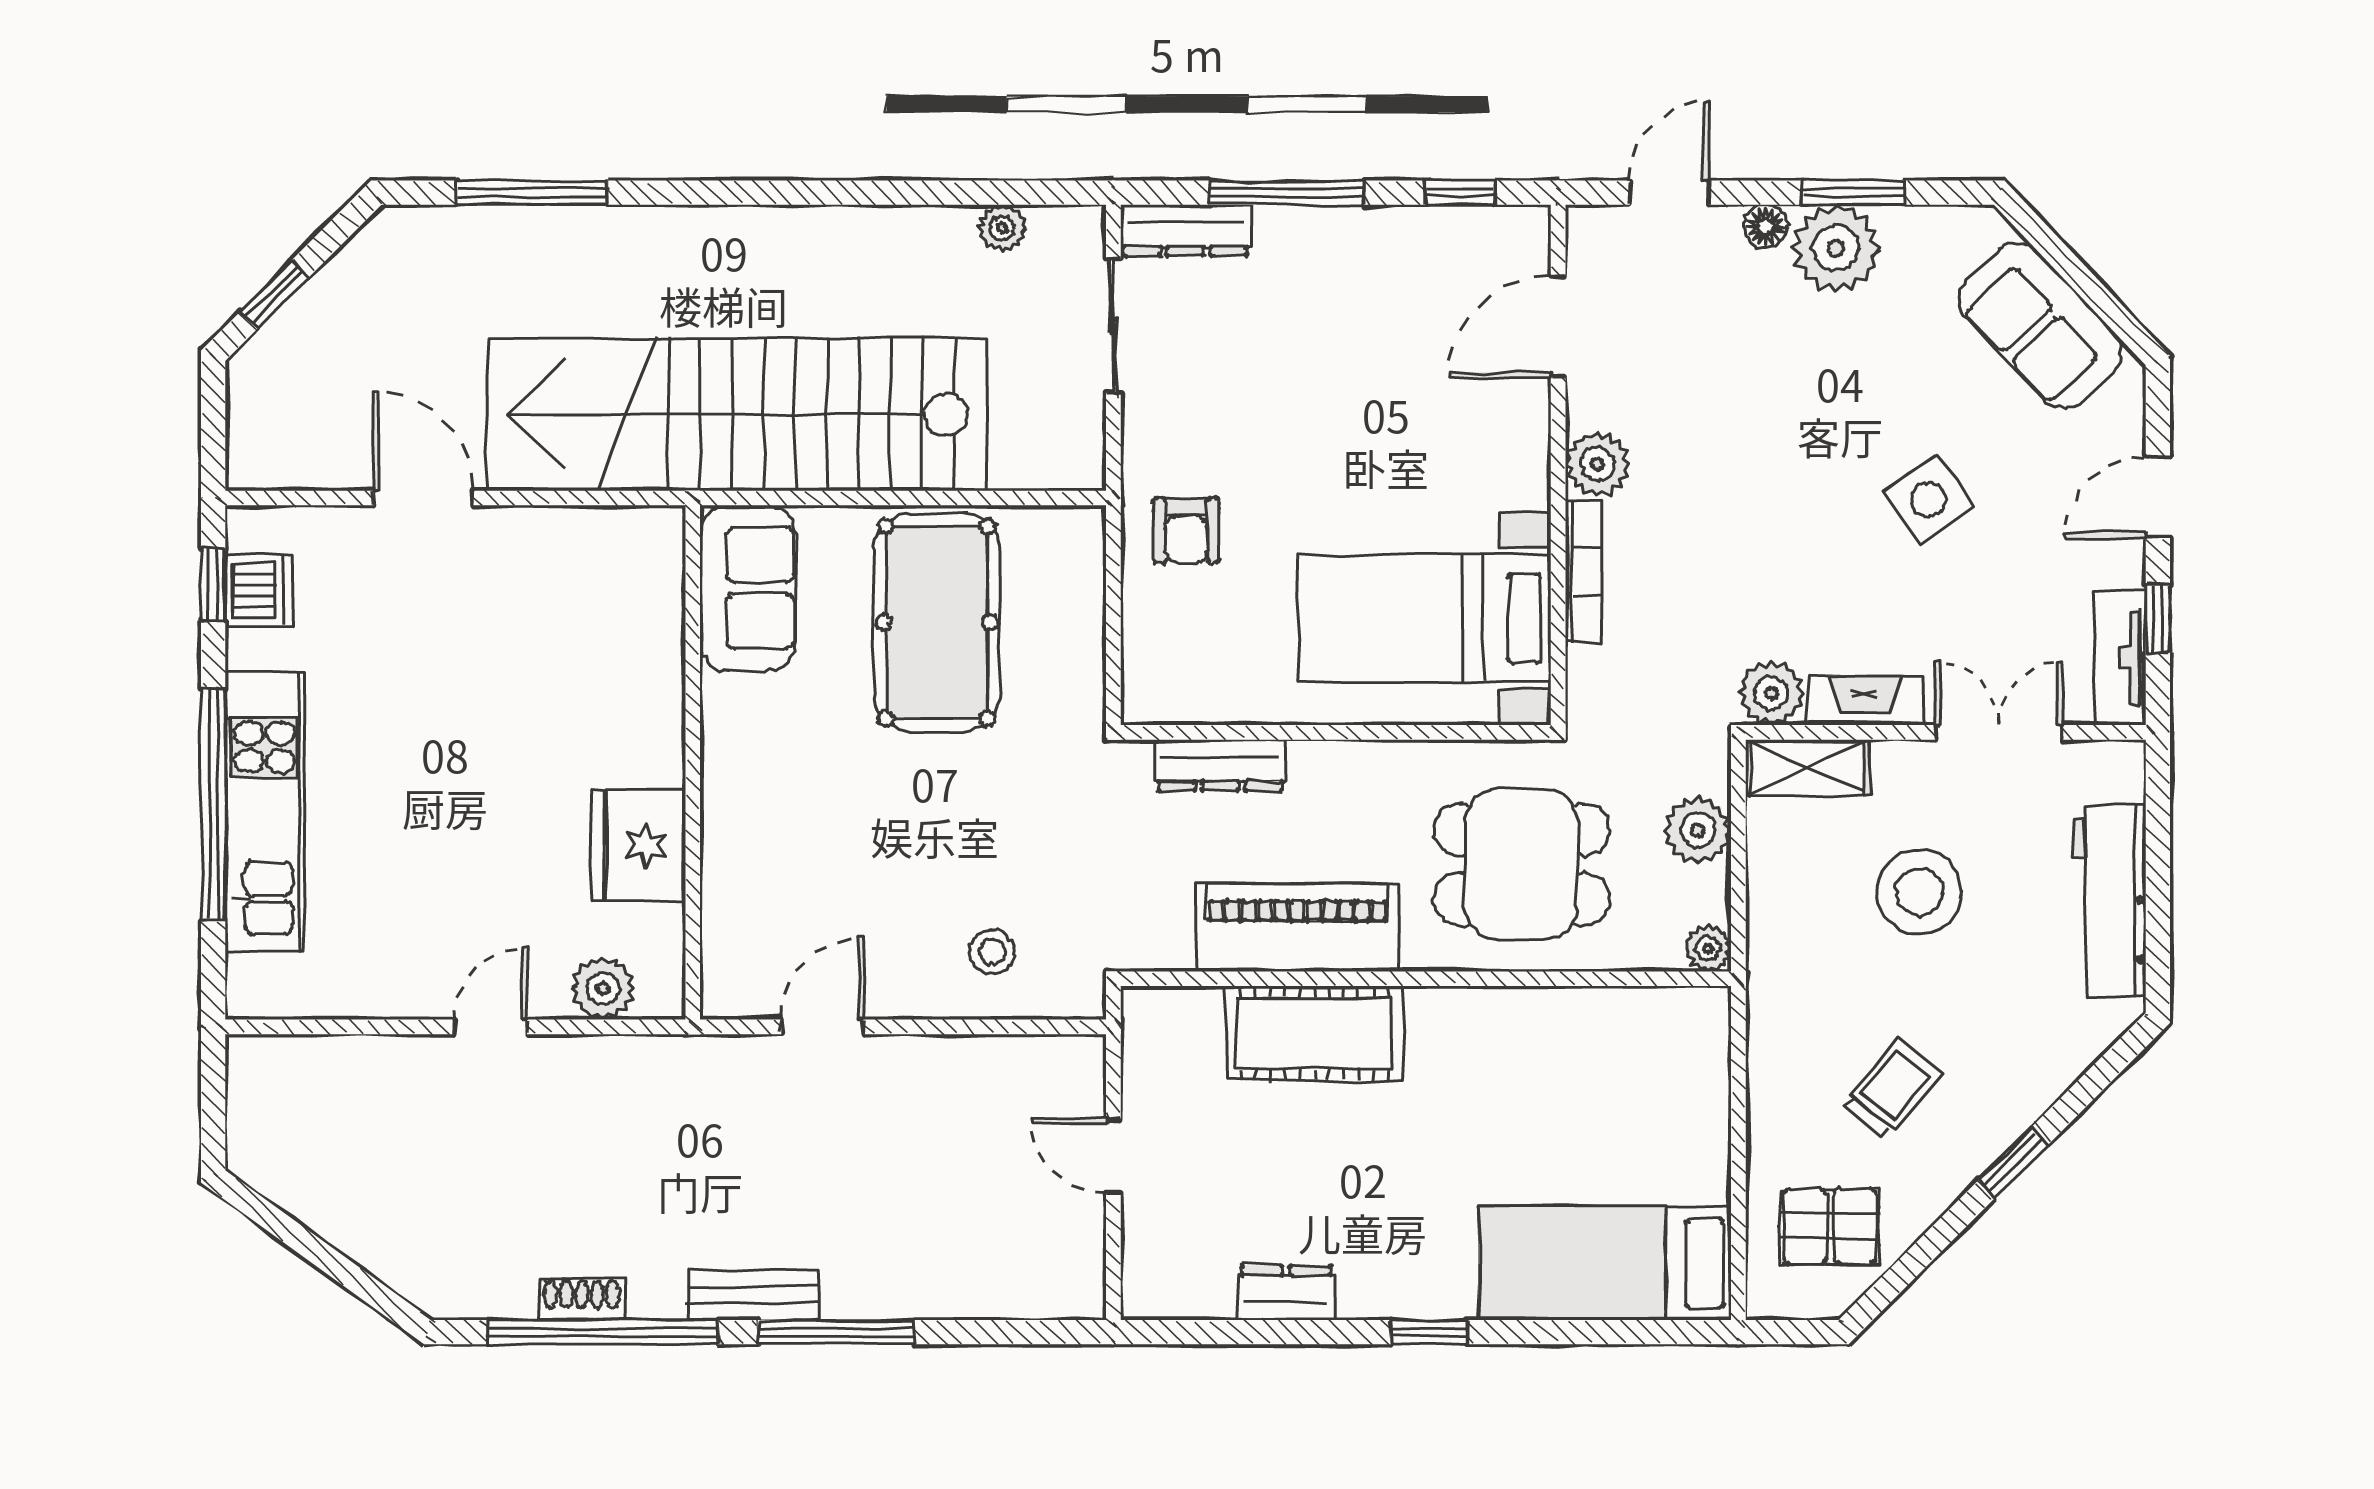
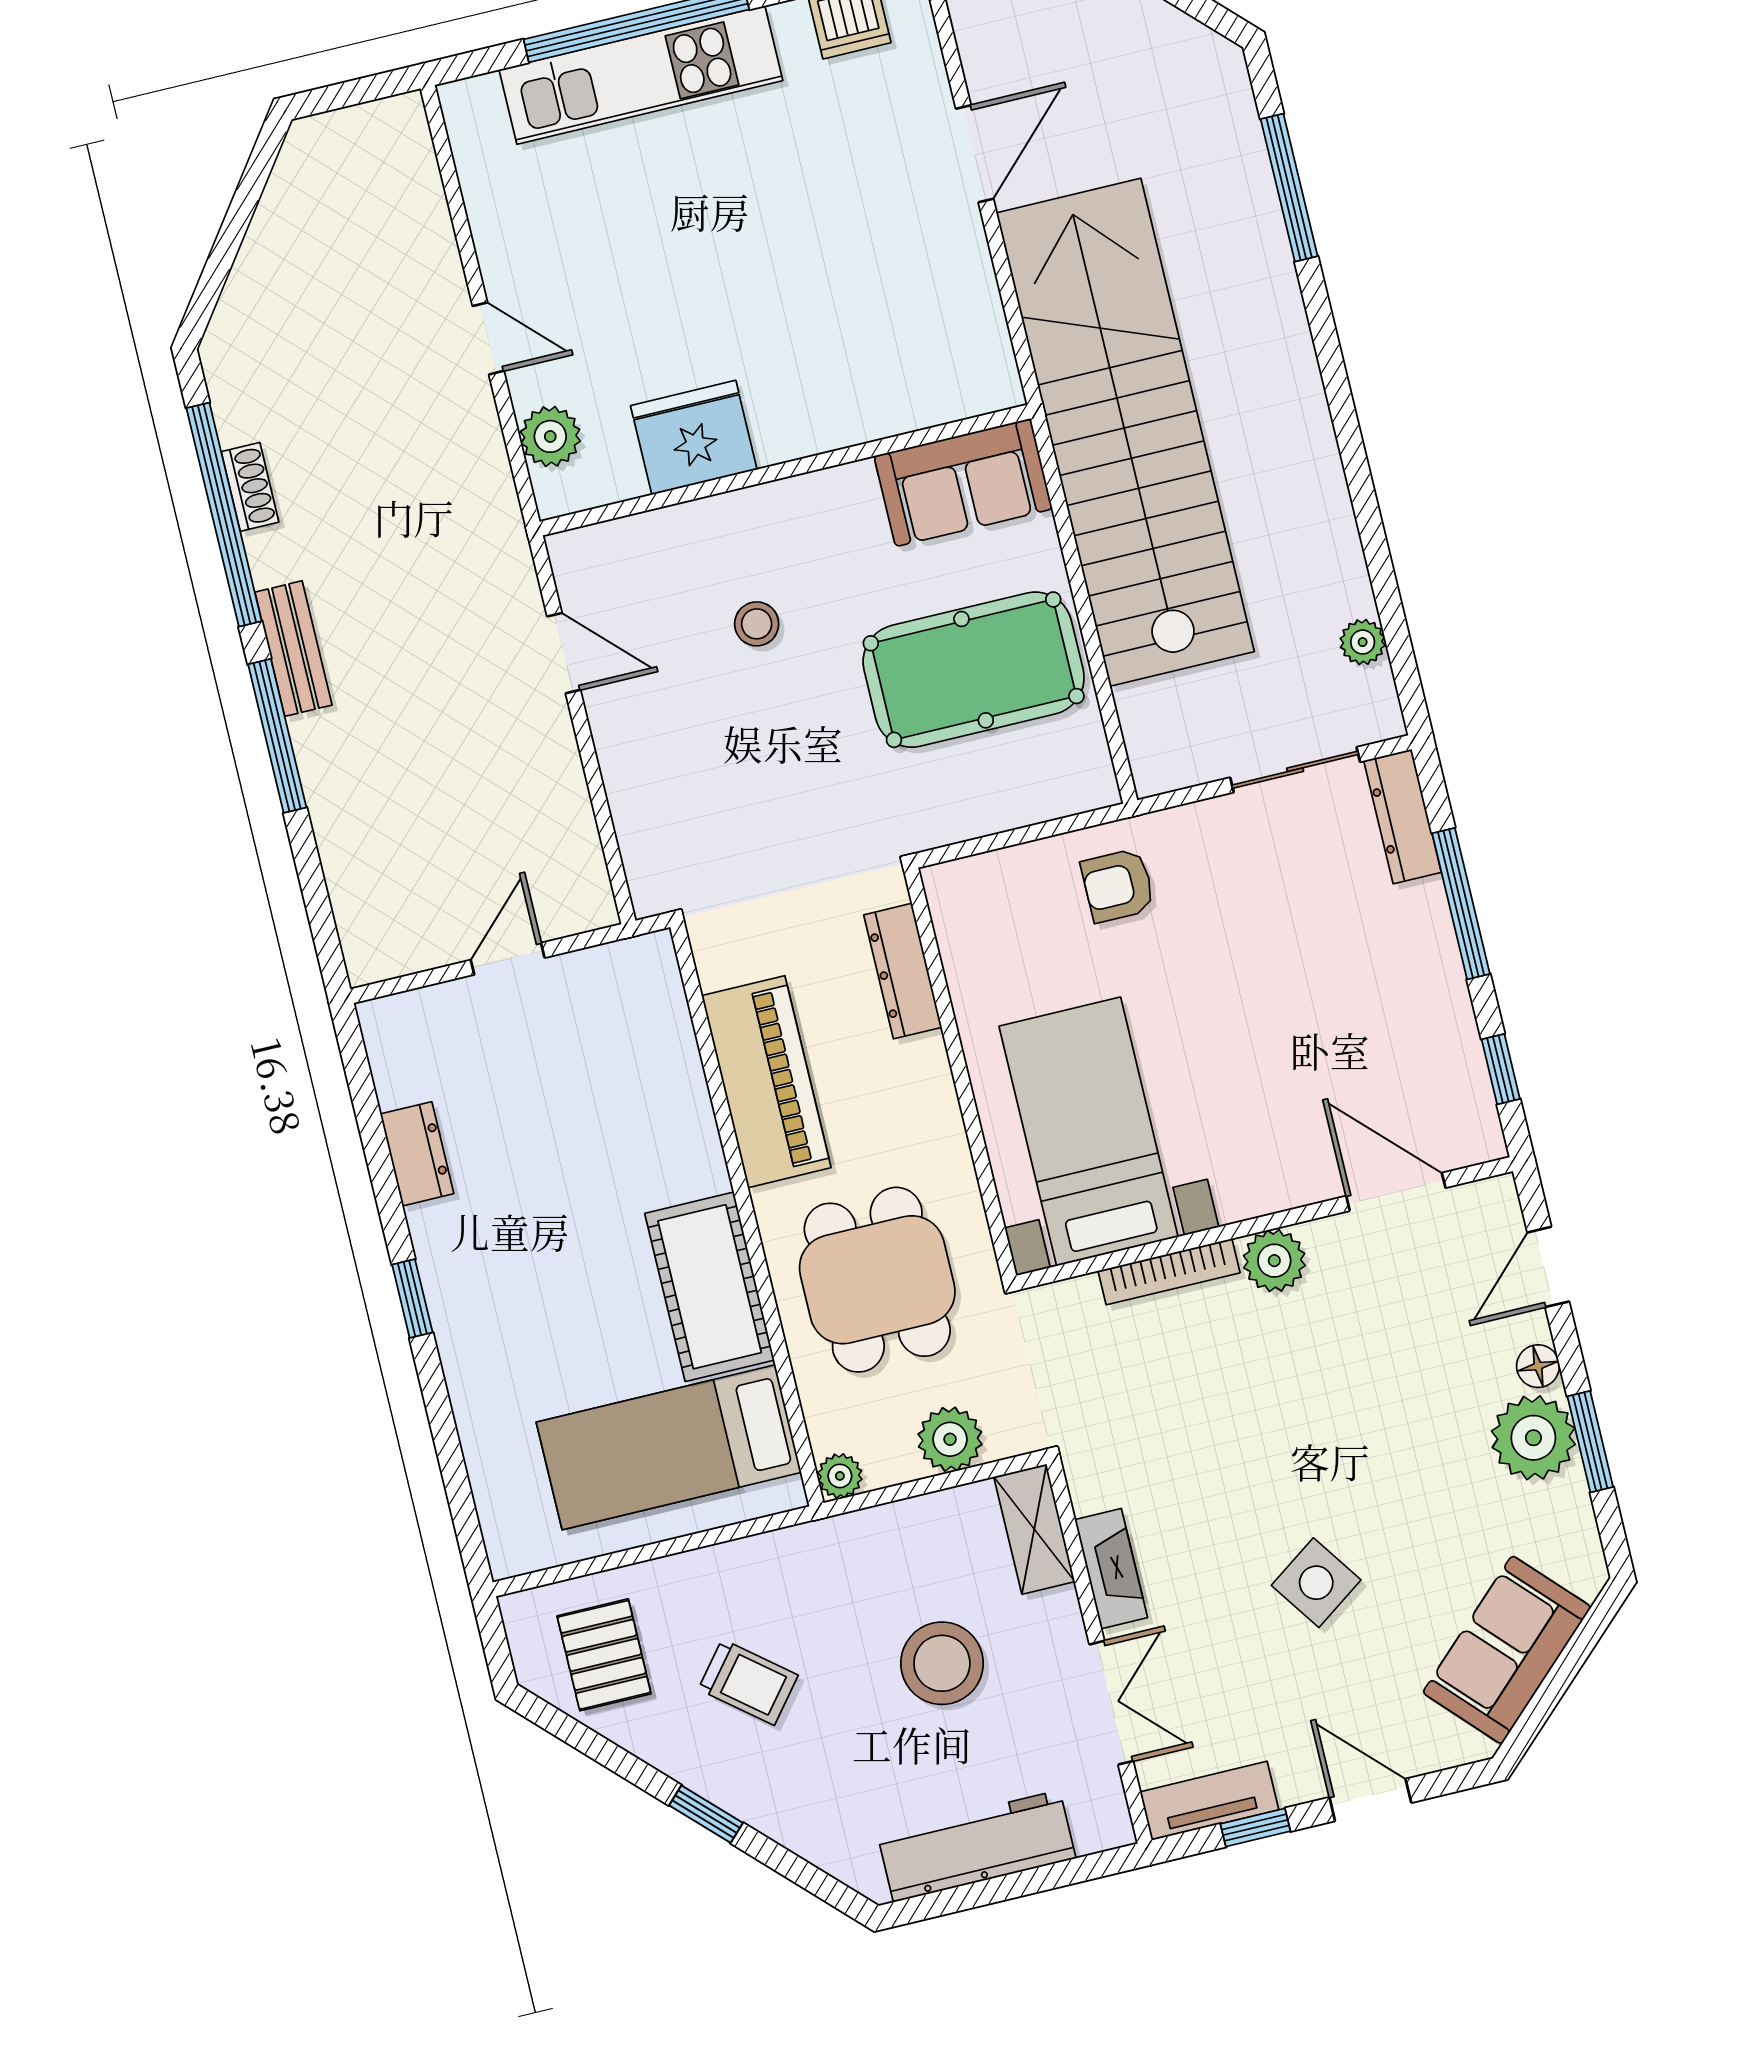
door: (1669, 193) -> (1548, 1267), swing flipped
plant: (1771, 693) -> (1096, 1477), removed
stool: (992, 952) -> (757, 624), moved
cot: (1314, 1033) -> (710, 1287), moved
bed: (1605, 1263) -> (669, 1447), moved, turned -90

